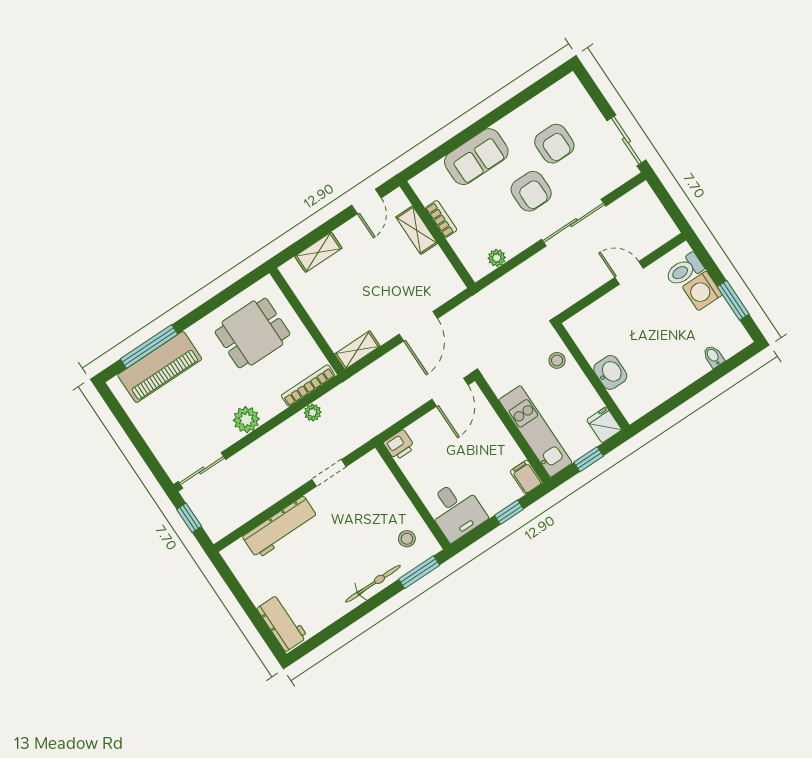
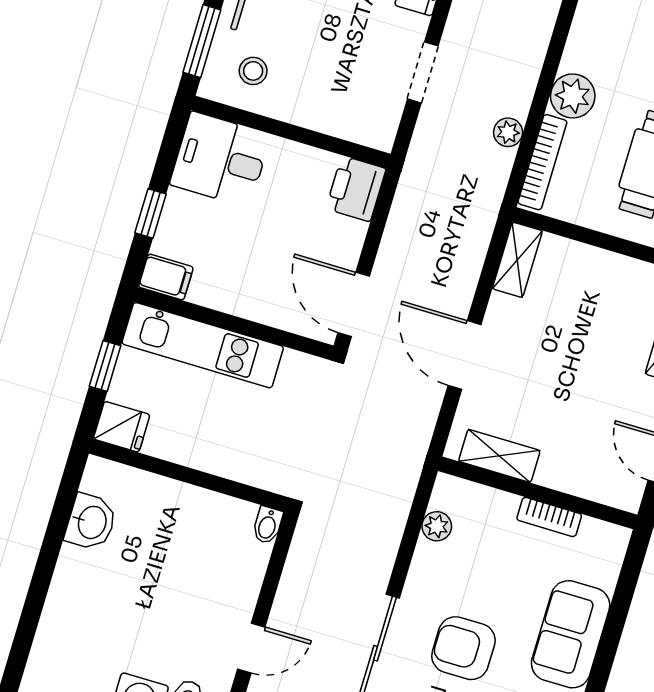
shelving: (417, 230) -> (499, 456), moved
bidet: (713, 356) -> (268, 525), moved, turned 90
stool: (557, 360) -> (250, 459), removed
washbasin: (610, 372) -> (91, 522), moved, turned -90
plant: (246, 420) -> (573, 96), moved
printer: (399, 445) -> (356, 189), width x1.36, depth x1.24

